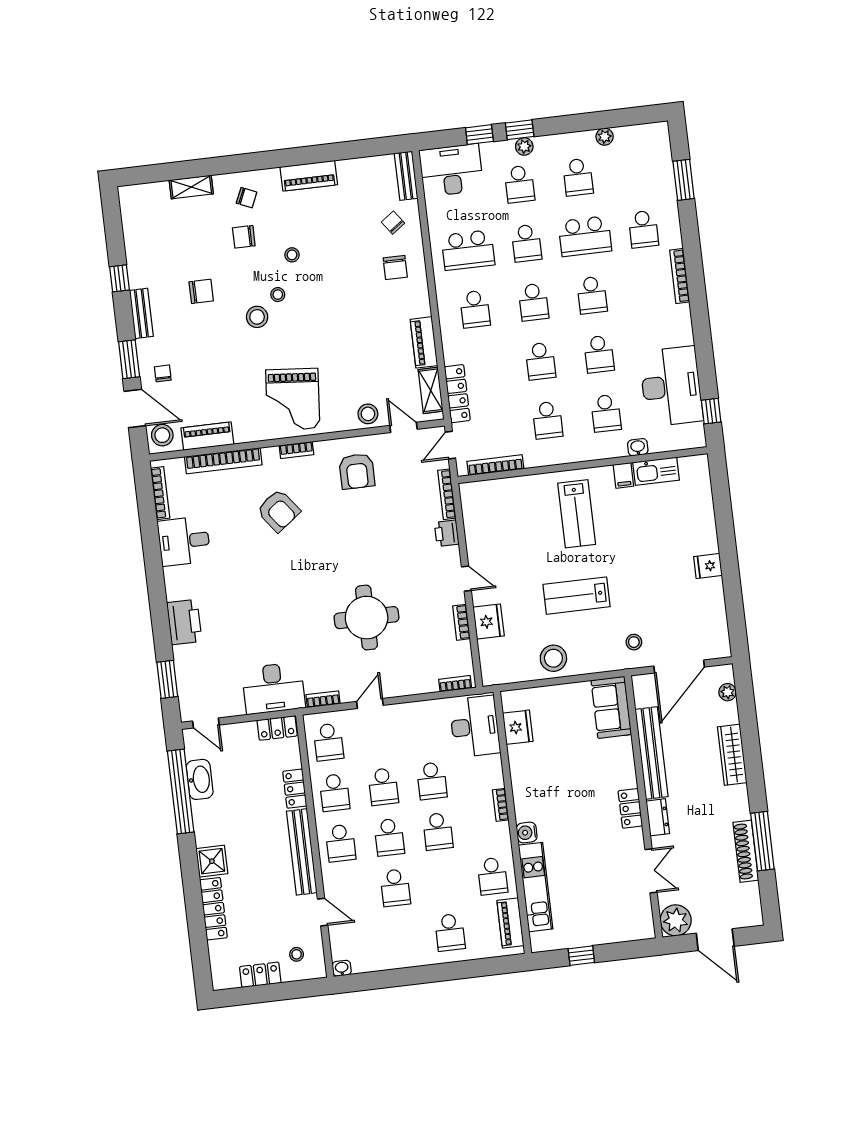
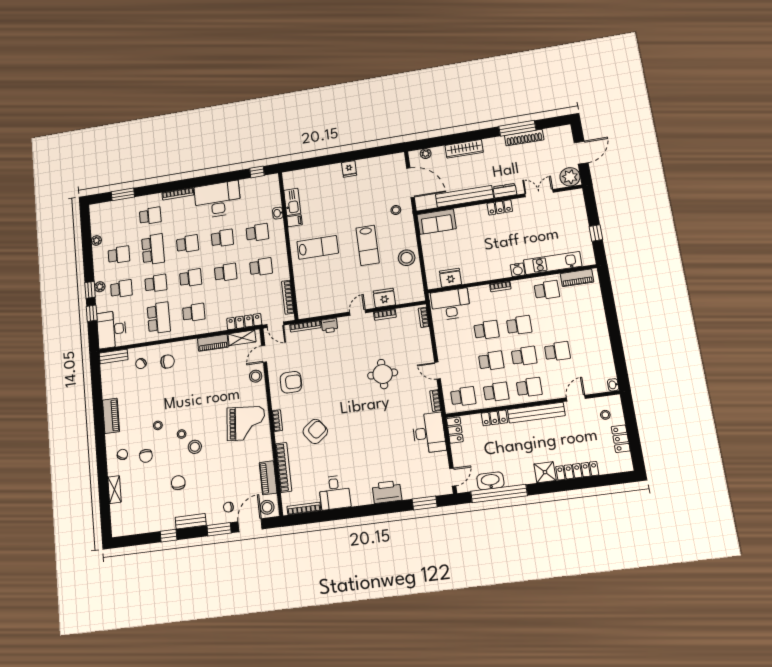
desk: (671, 386) -> (218, 200), moved
round table: (367, 618) -> (383, 374), width x0.73, depth x0.73
school desk: (450, 932) -> (585, 316), removed

